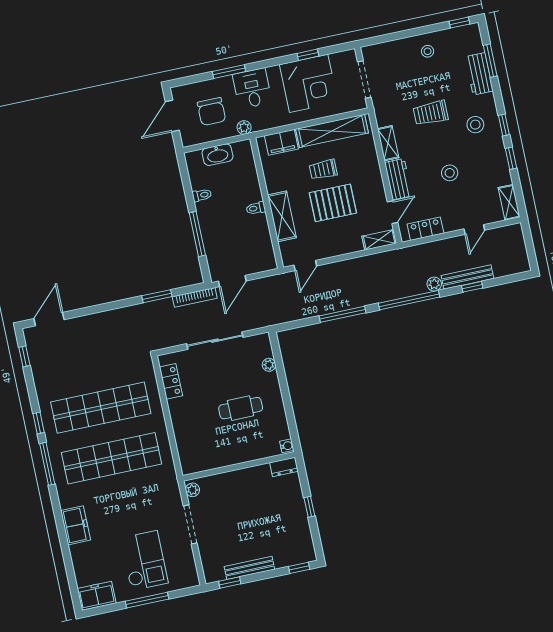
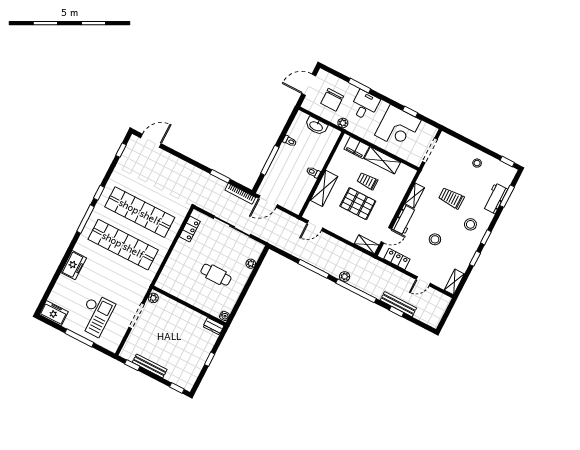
shelving: (332, 131) -> (382, 160), width x0.68
plant: (434, 284) -> (345, 277), moved

